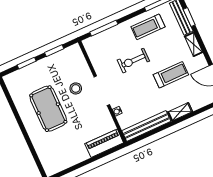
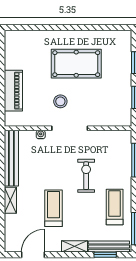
treadmill: (171, 75) -> (54, 208), turned 180
stool: (76, 88) -> (60, 101), moved
piano: (104, 143) -> (13, 91), moved

